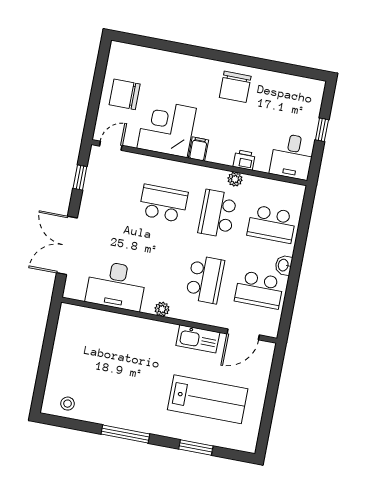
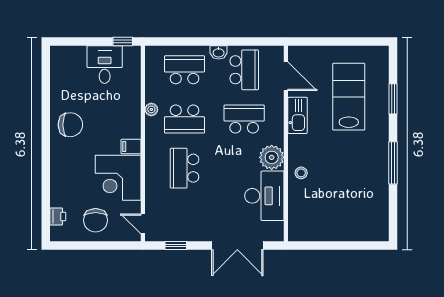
window: (322, 130) -> (123, 42), moved
desk: (292, 156) -> (105, 65), moved, turned -90
printer: (244, 160) -> (58, 217), moved, turned 180
school desk: (272, 224) -> (185, 70), turned -90
plant: (162, 309) -> (272, 157), width x1.88, depth x1.88
stool: (68, 404) -> (301, 173), moved

